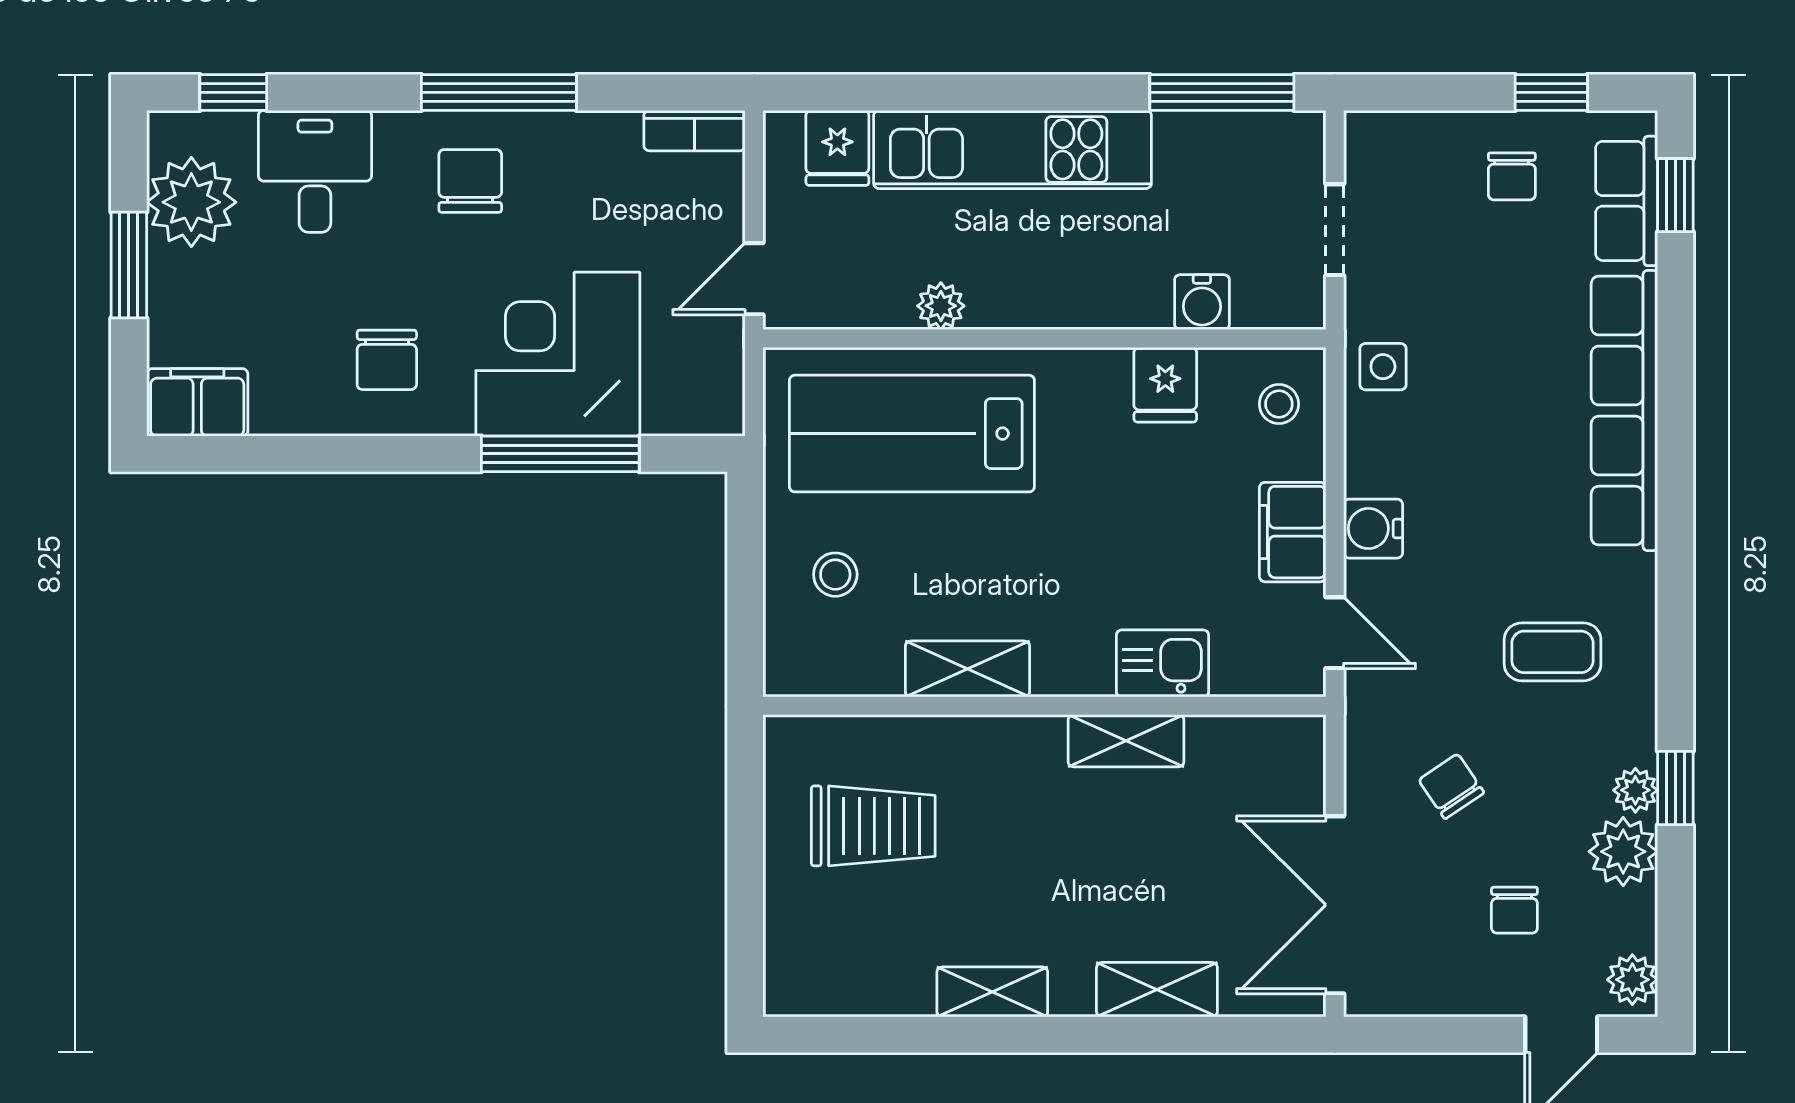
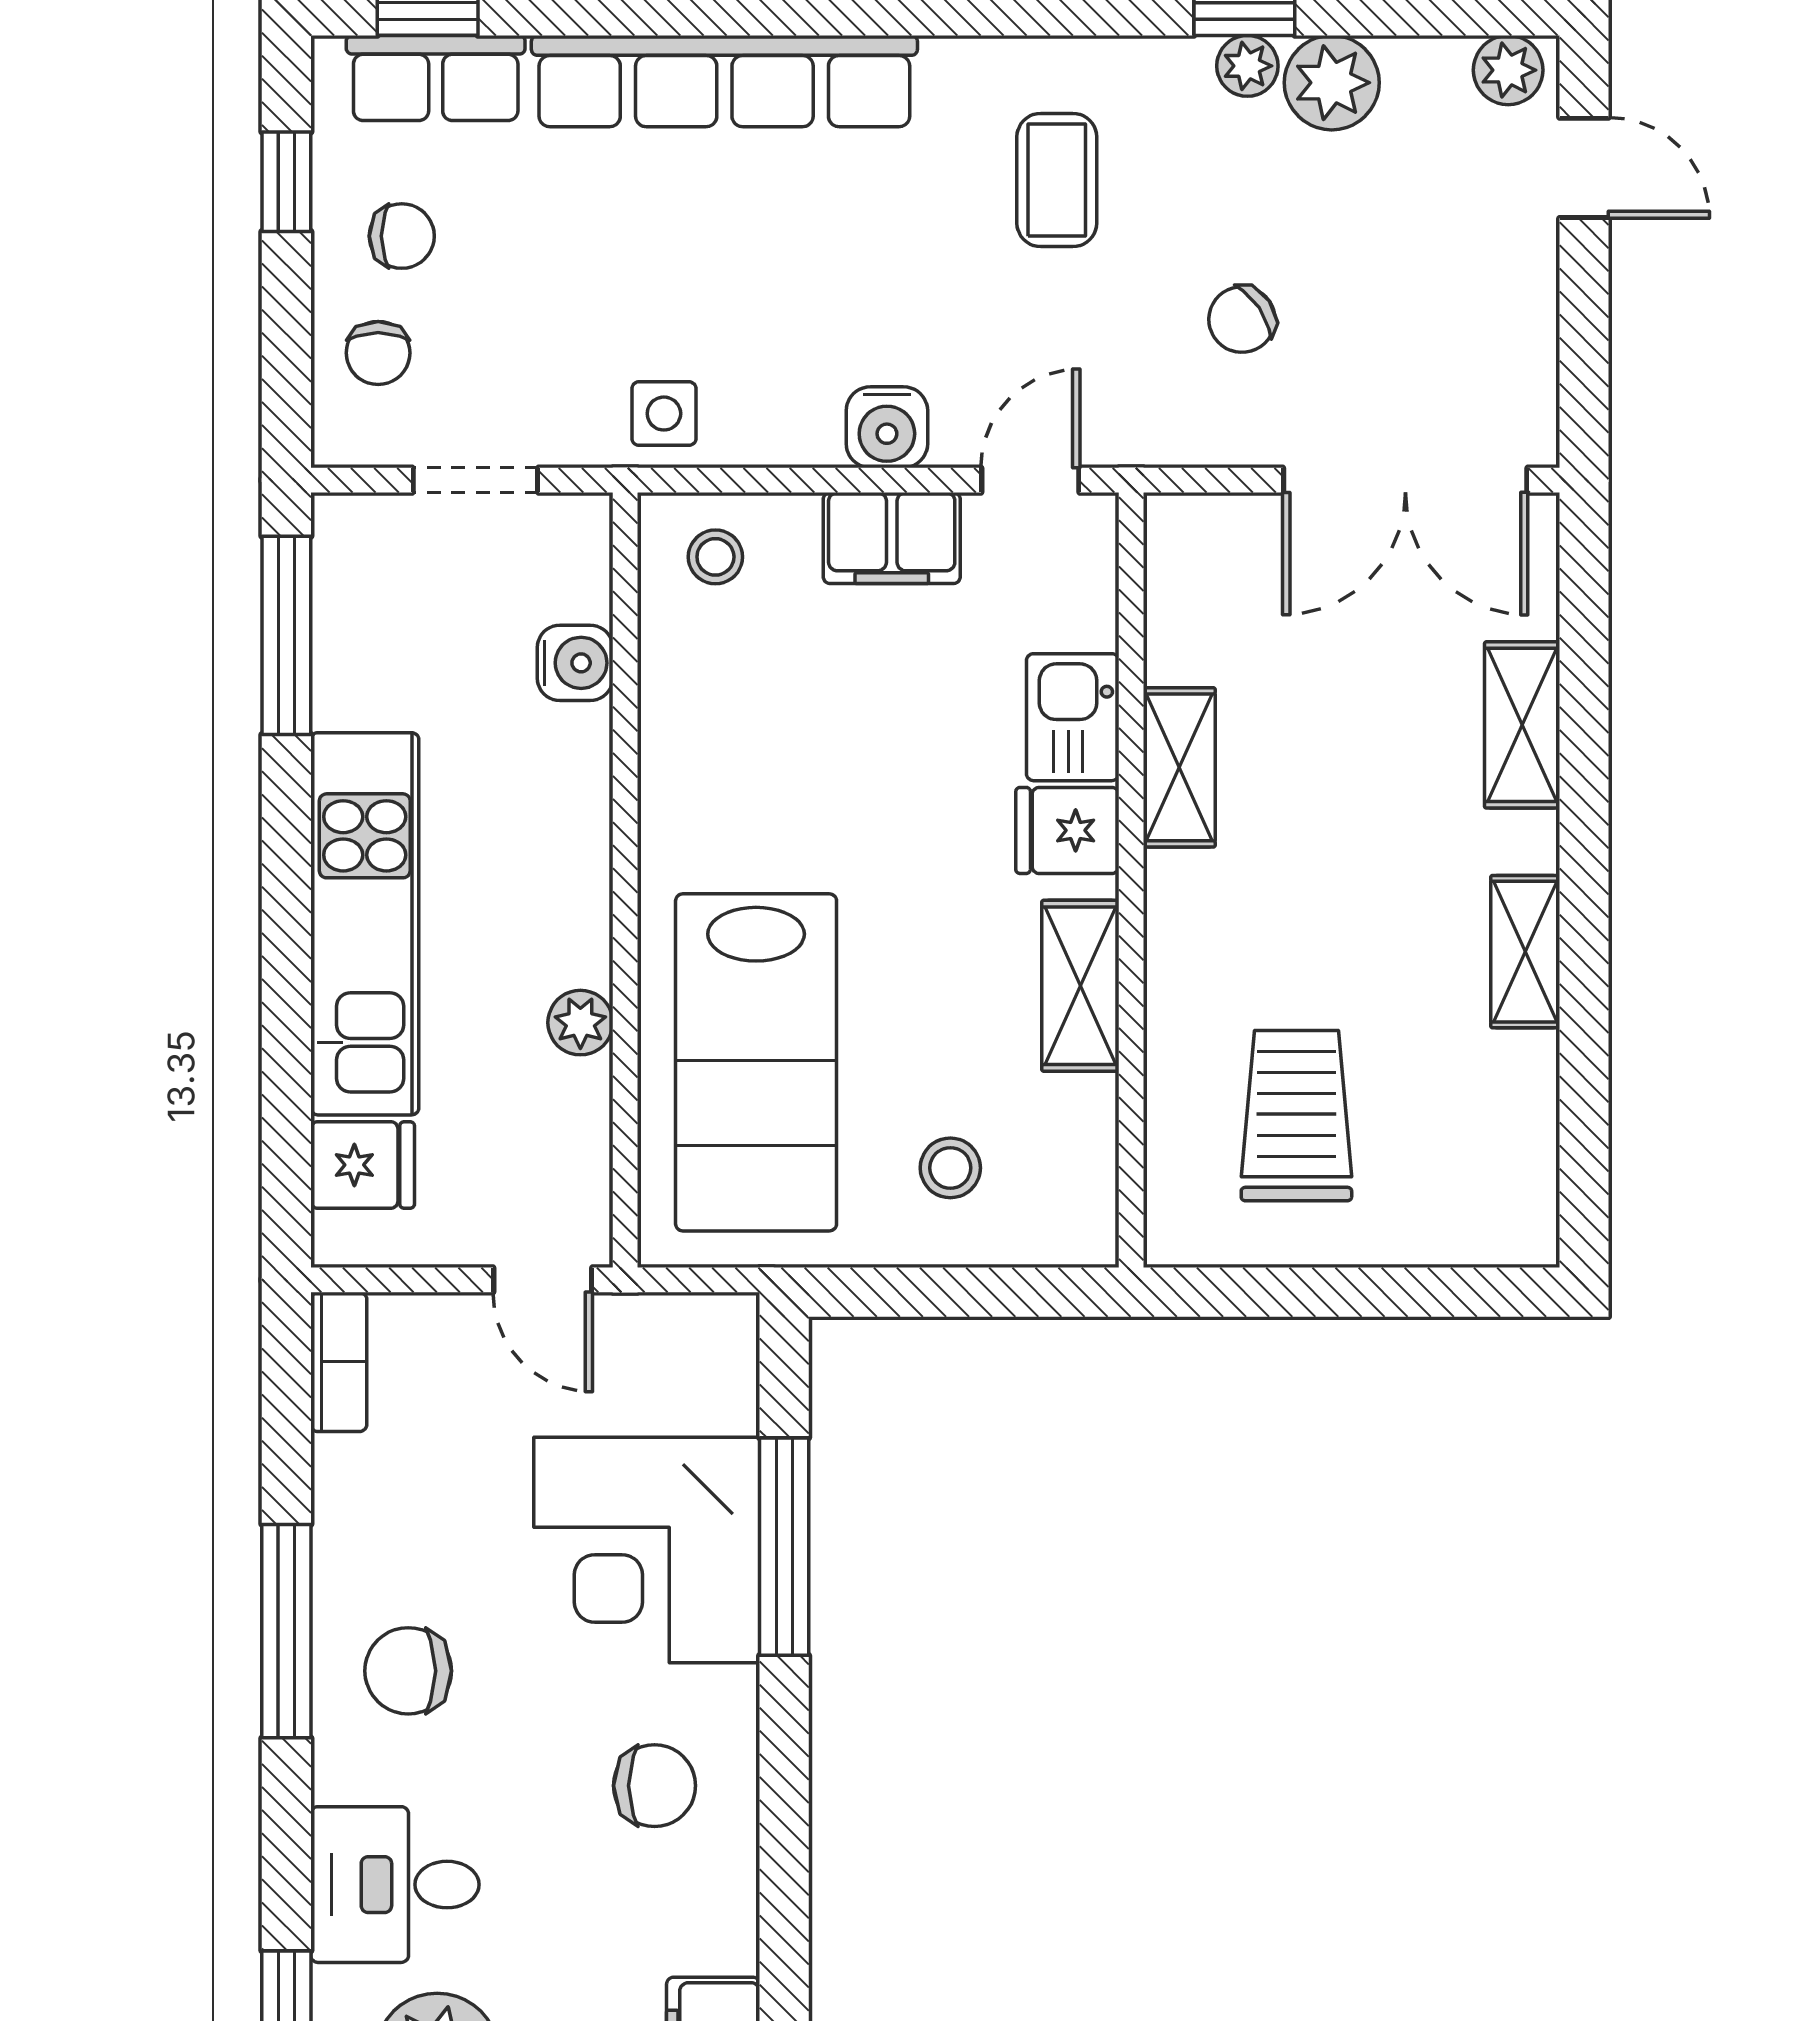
fridge: (1165, 385) -> (1067, 830), moved, turned 180
chair: (1514, 910) -> (378, 353), moved, turned 90

